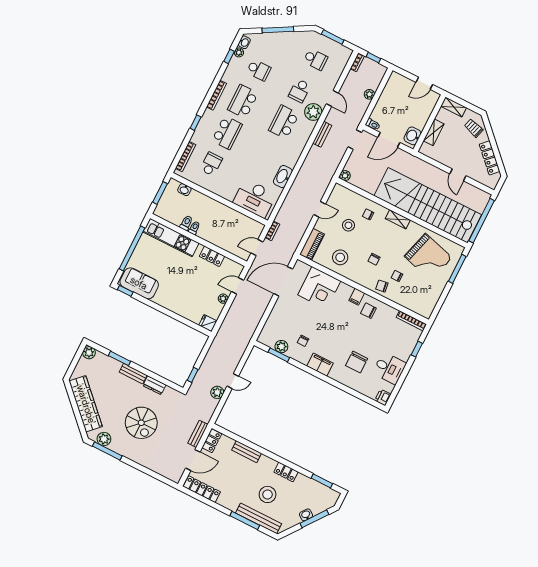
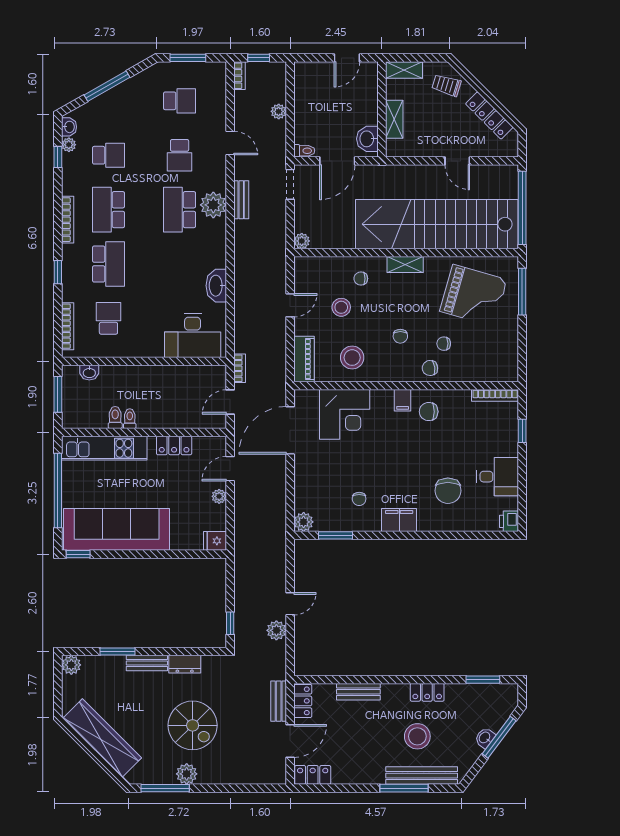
plant: (313, 112) -> (213, 205), moved
sofa: (139, 283) -> (117, 529), width x1.85, depth x1.27
plant: (281, 347) -> (304, 522), moved
plant: (104, 439) -> (187, 774), moved
locker: (202, 489) -> (313, 775), width x0.66

